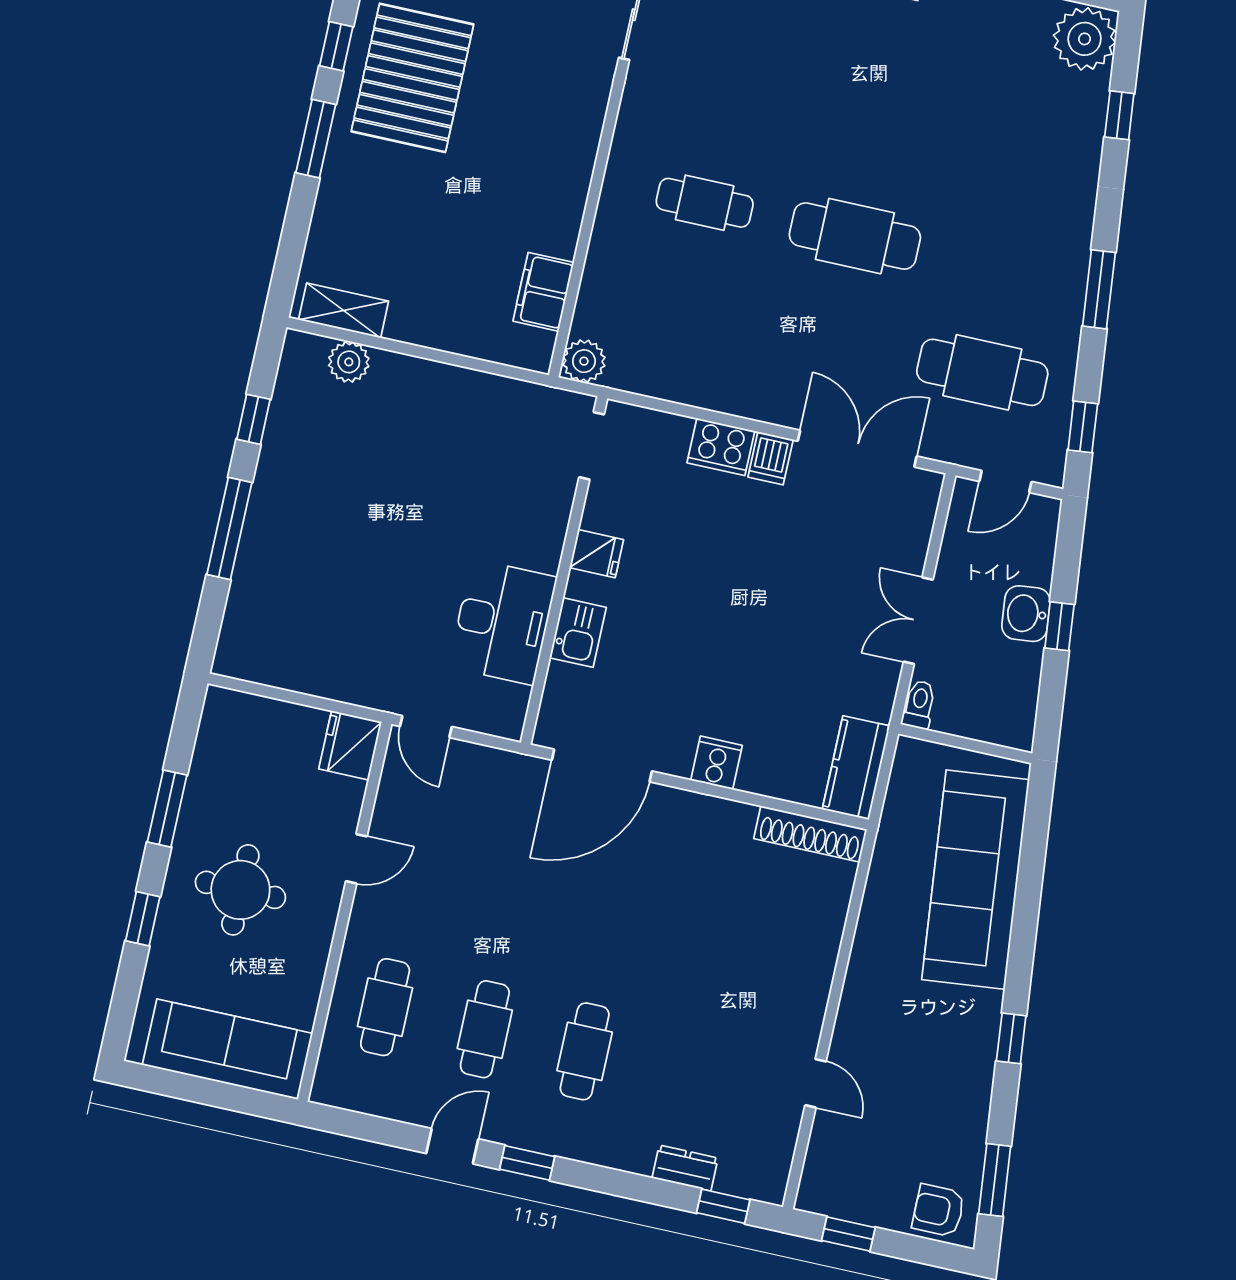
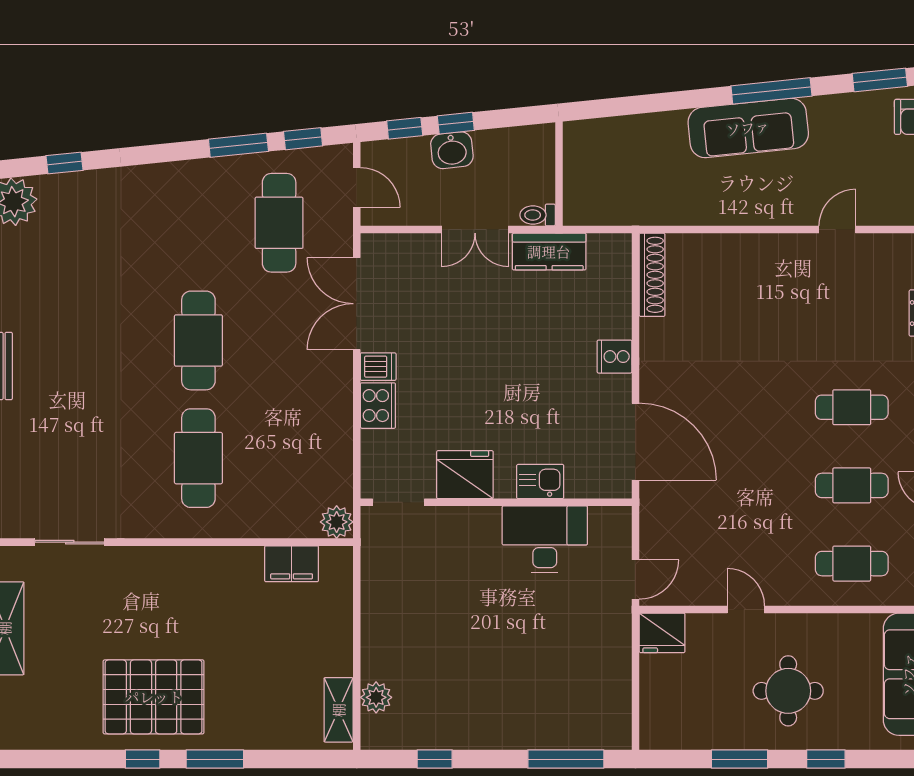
cafe table: (705, 203) -> (198, 458), width x1.37, depth x1.35
window: (1099, 289) -> (238, 145), moved
window: (229, 528) -> (566, 759), moved
fridge: (597, 554) -> (465, 475), width x1.88, depth x1.34
window: (1067, 560) -> (405, 128), added
kitchen counter: (856, 768) -> (549, 252), moved
sofa: (975, 880) -> (748, 128), moved, width x0.74, depth x0.79
window: (1011, 1038) -> (771, 91), width x2.17

